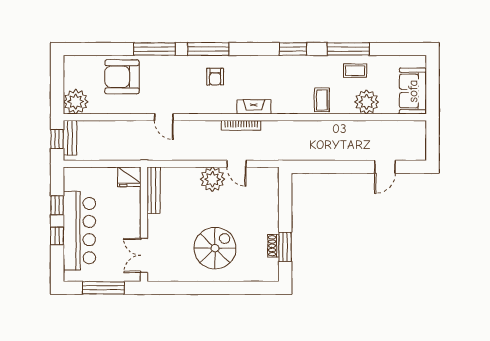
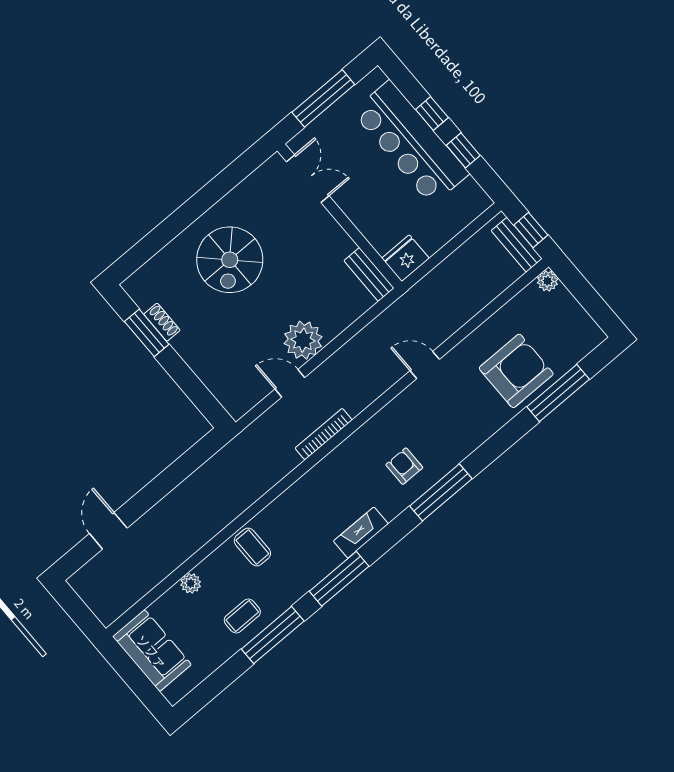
window: (154, 49) -> (558, 393), moved
window: (293, 49) -> (339, 579), width x1.44
plant: (76, 102) -> (547, 281), width x0.53, depth x0.53
plant: (367, 102) -> (191, 583), width x0.53, depth x0.53
fireplace: (254, 107) -> (361, 532), moved, turned 180
bench: (154, 190) -> (369, 274), width x0.73

